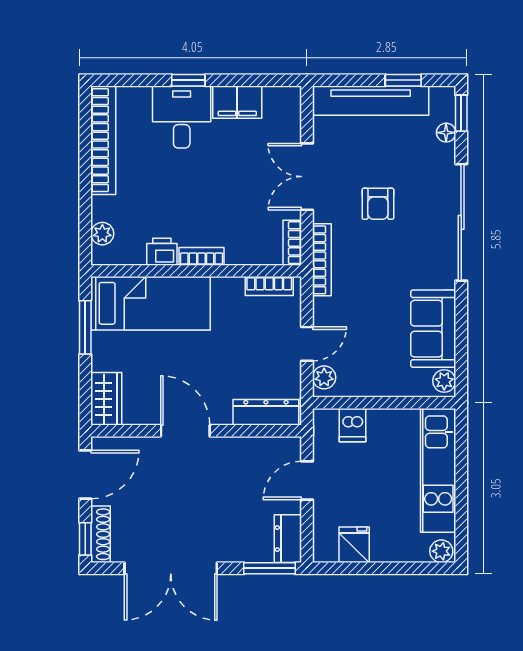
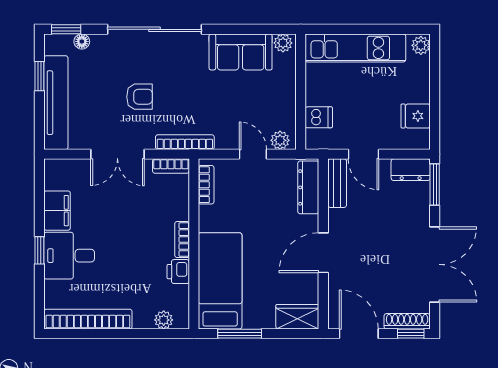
bench: (271, 448) -> (337, 183), added

